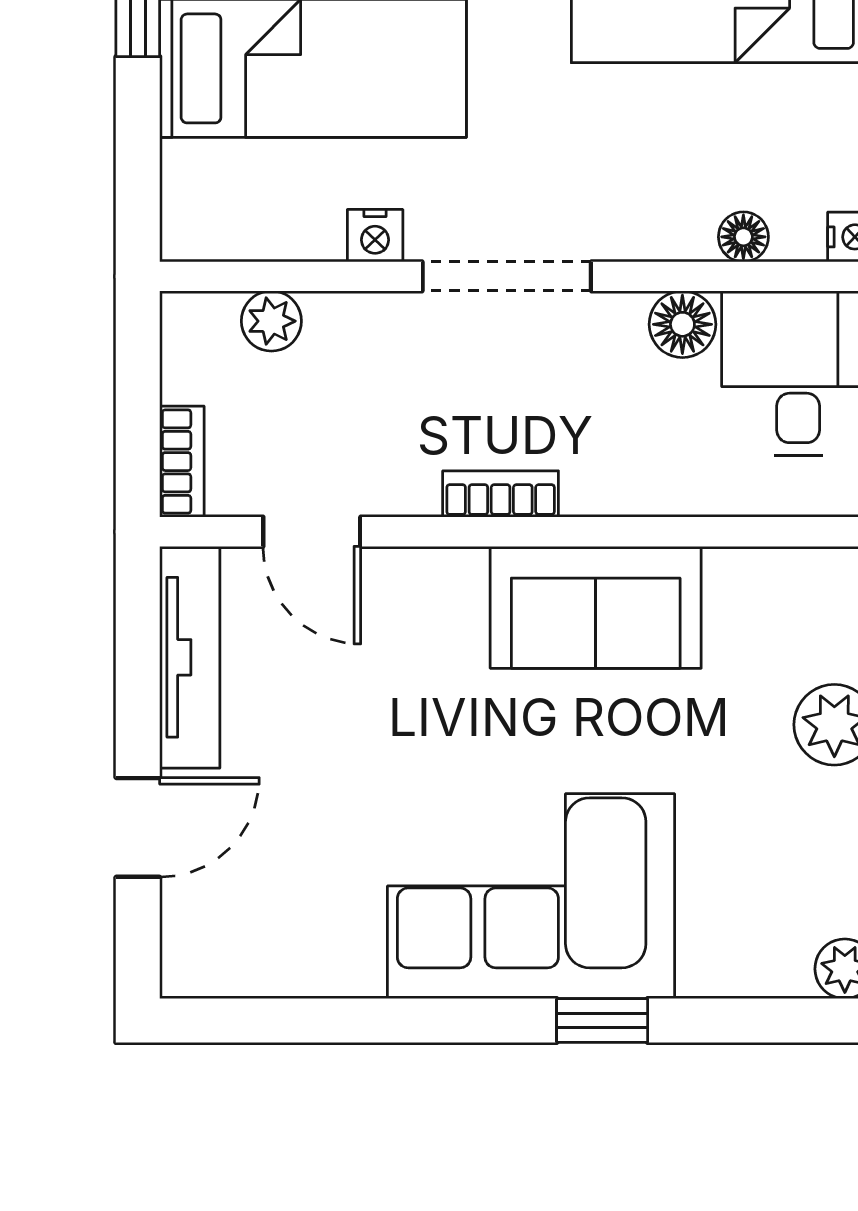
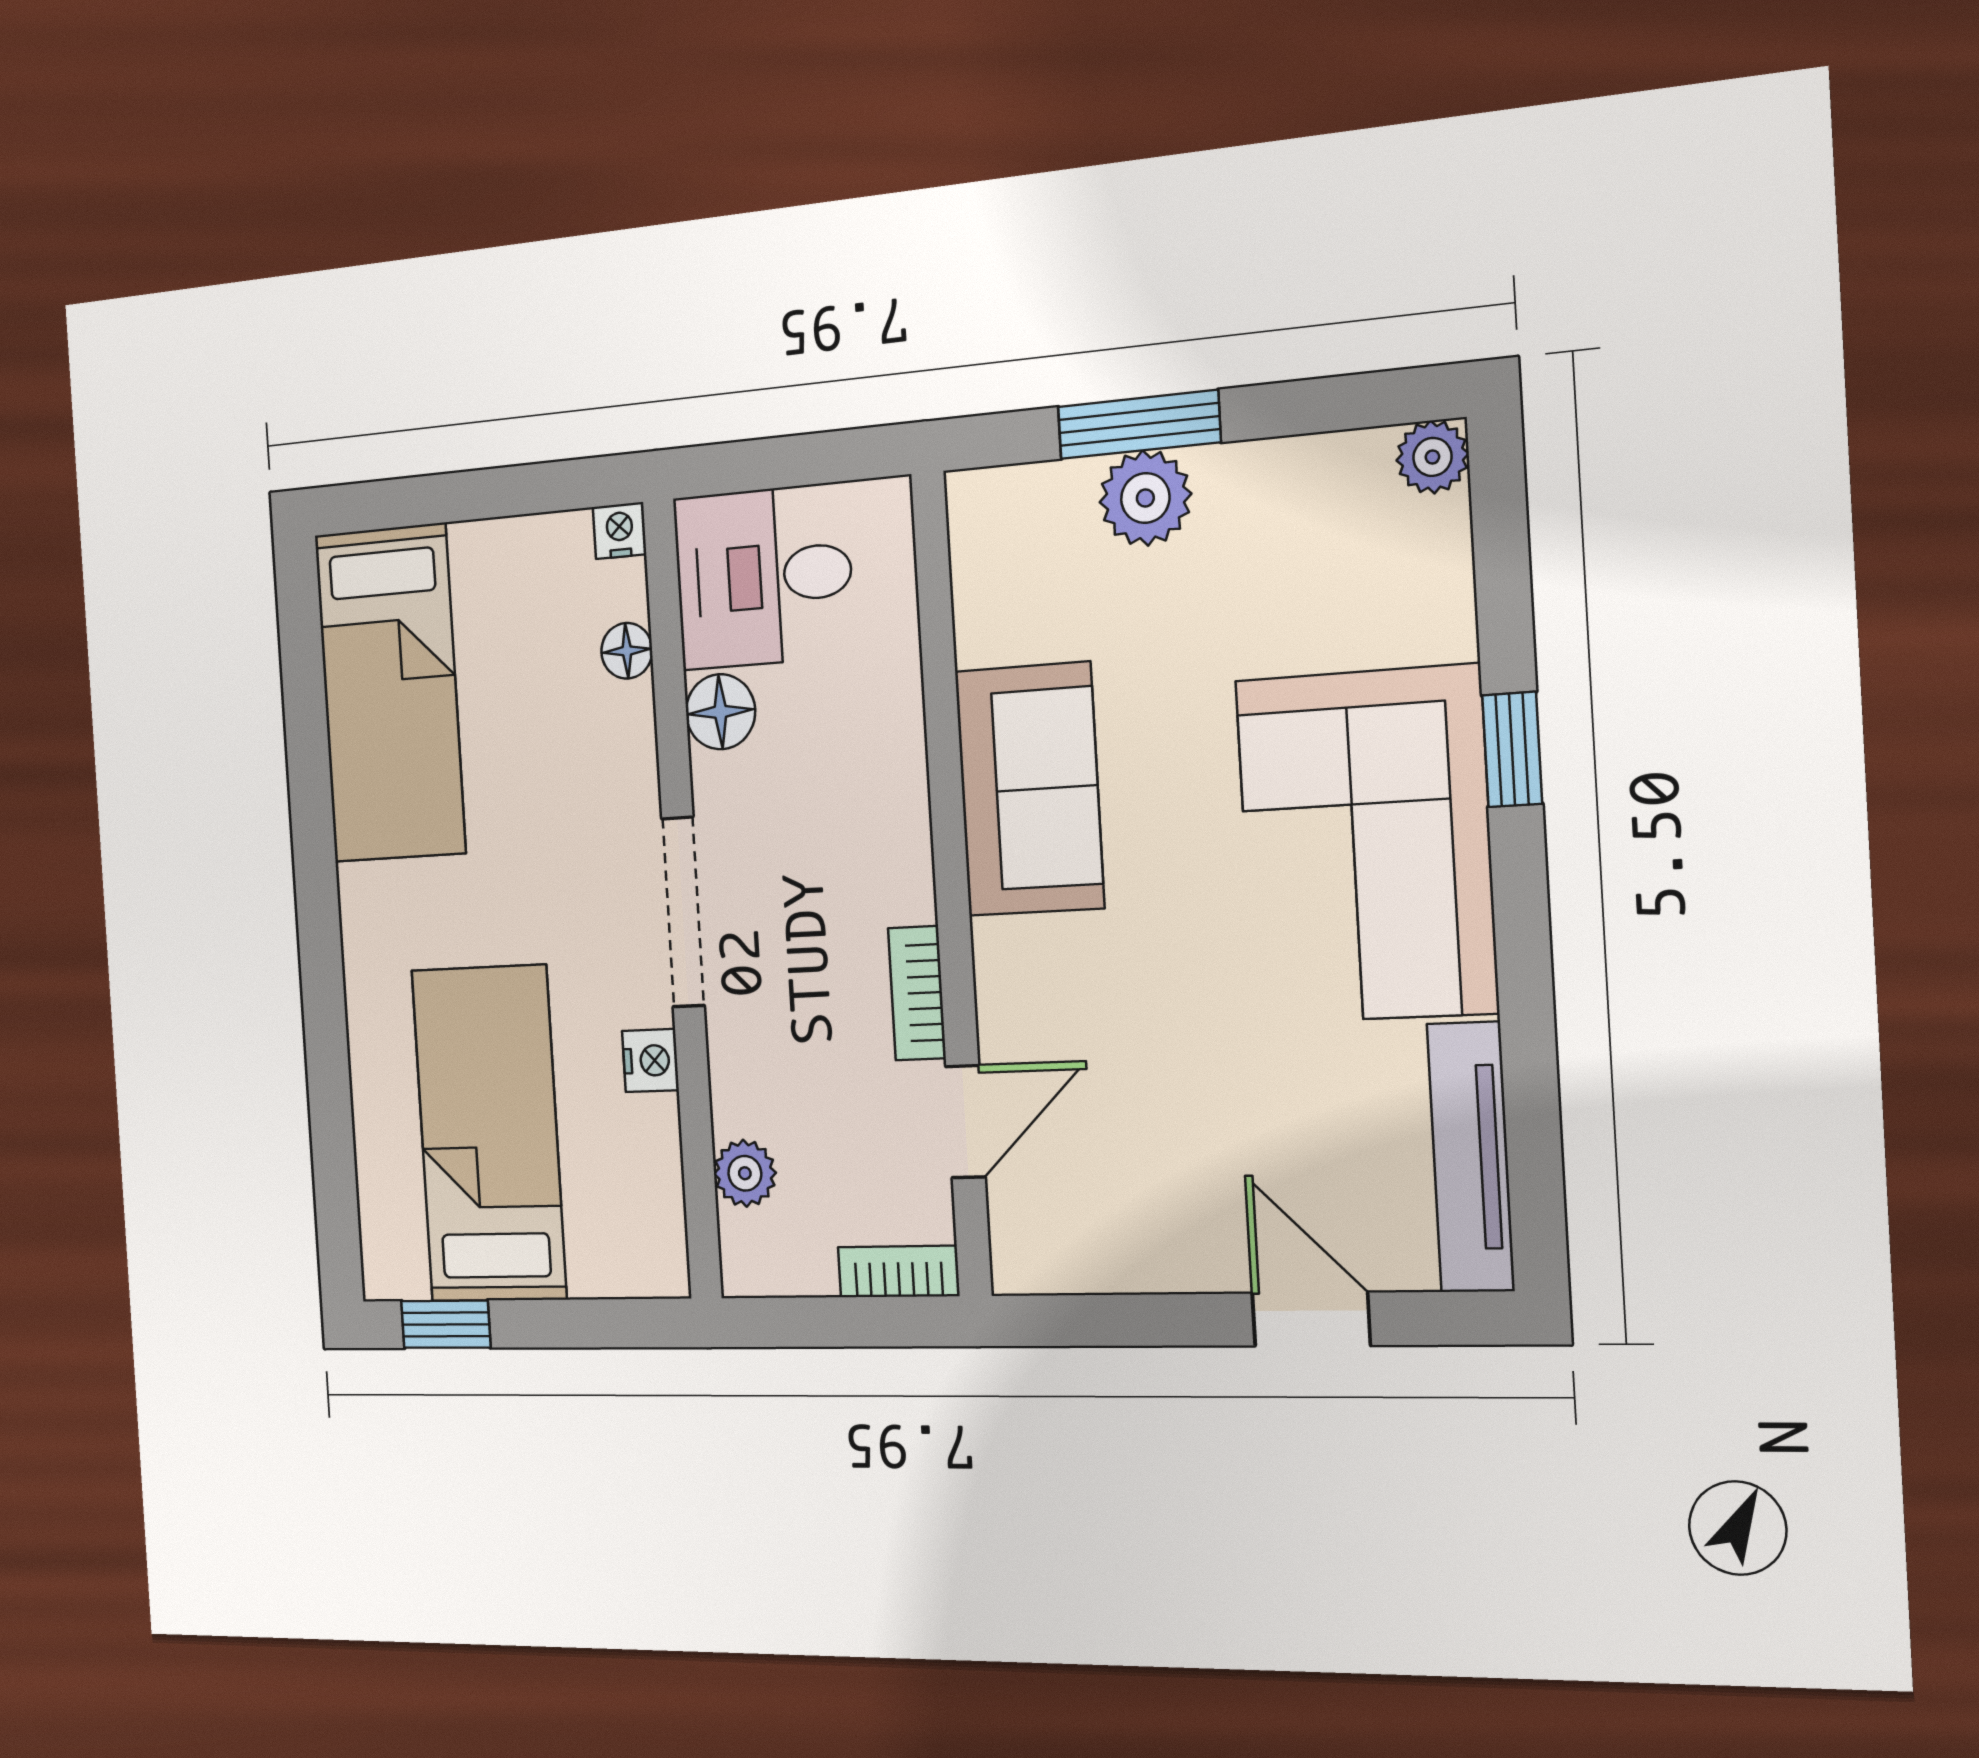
bookcase: (501, 494) -> (917, 993), moved
tv unit: (190, 657) -> (1471, 1157), moved, turned -90

